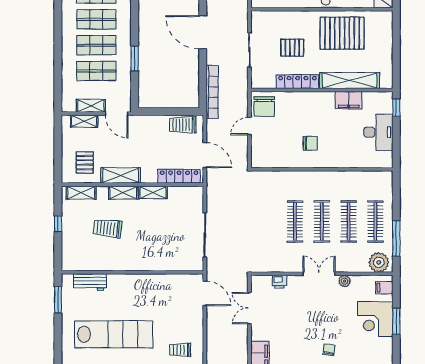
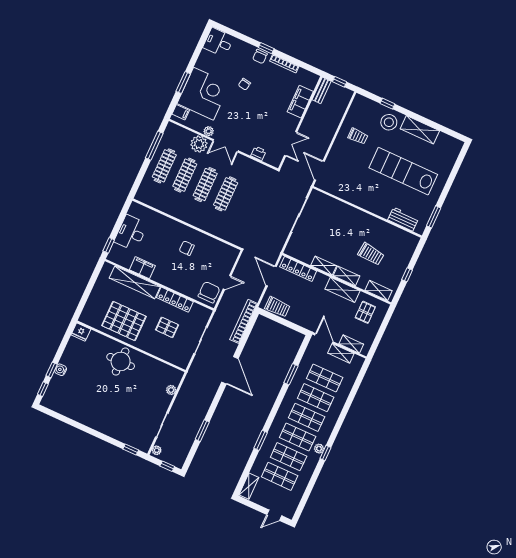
plant: (379, 262) -> (199, 144), moved
corner desk: (375, 319) -> (203, 94), width x1.36, depth x1.36

